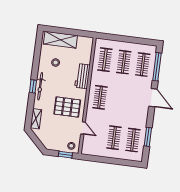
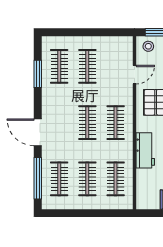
clothes rail: (119, 100) -> (87, 123), added
door: (83, 128) -> (135, 75), swing flipped

